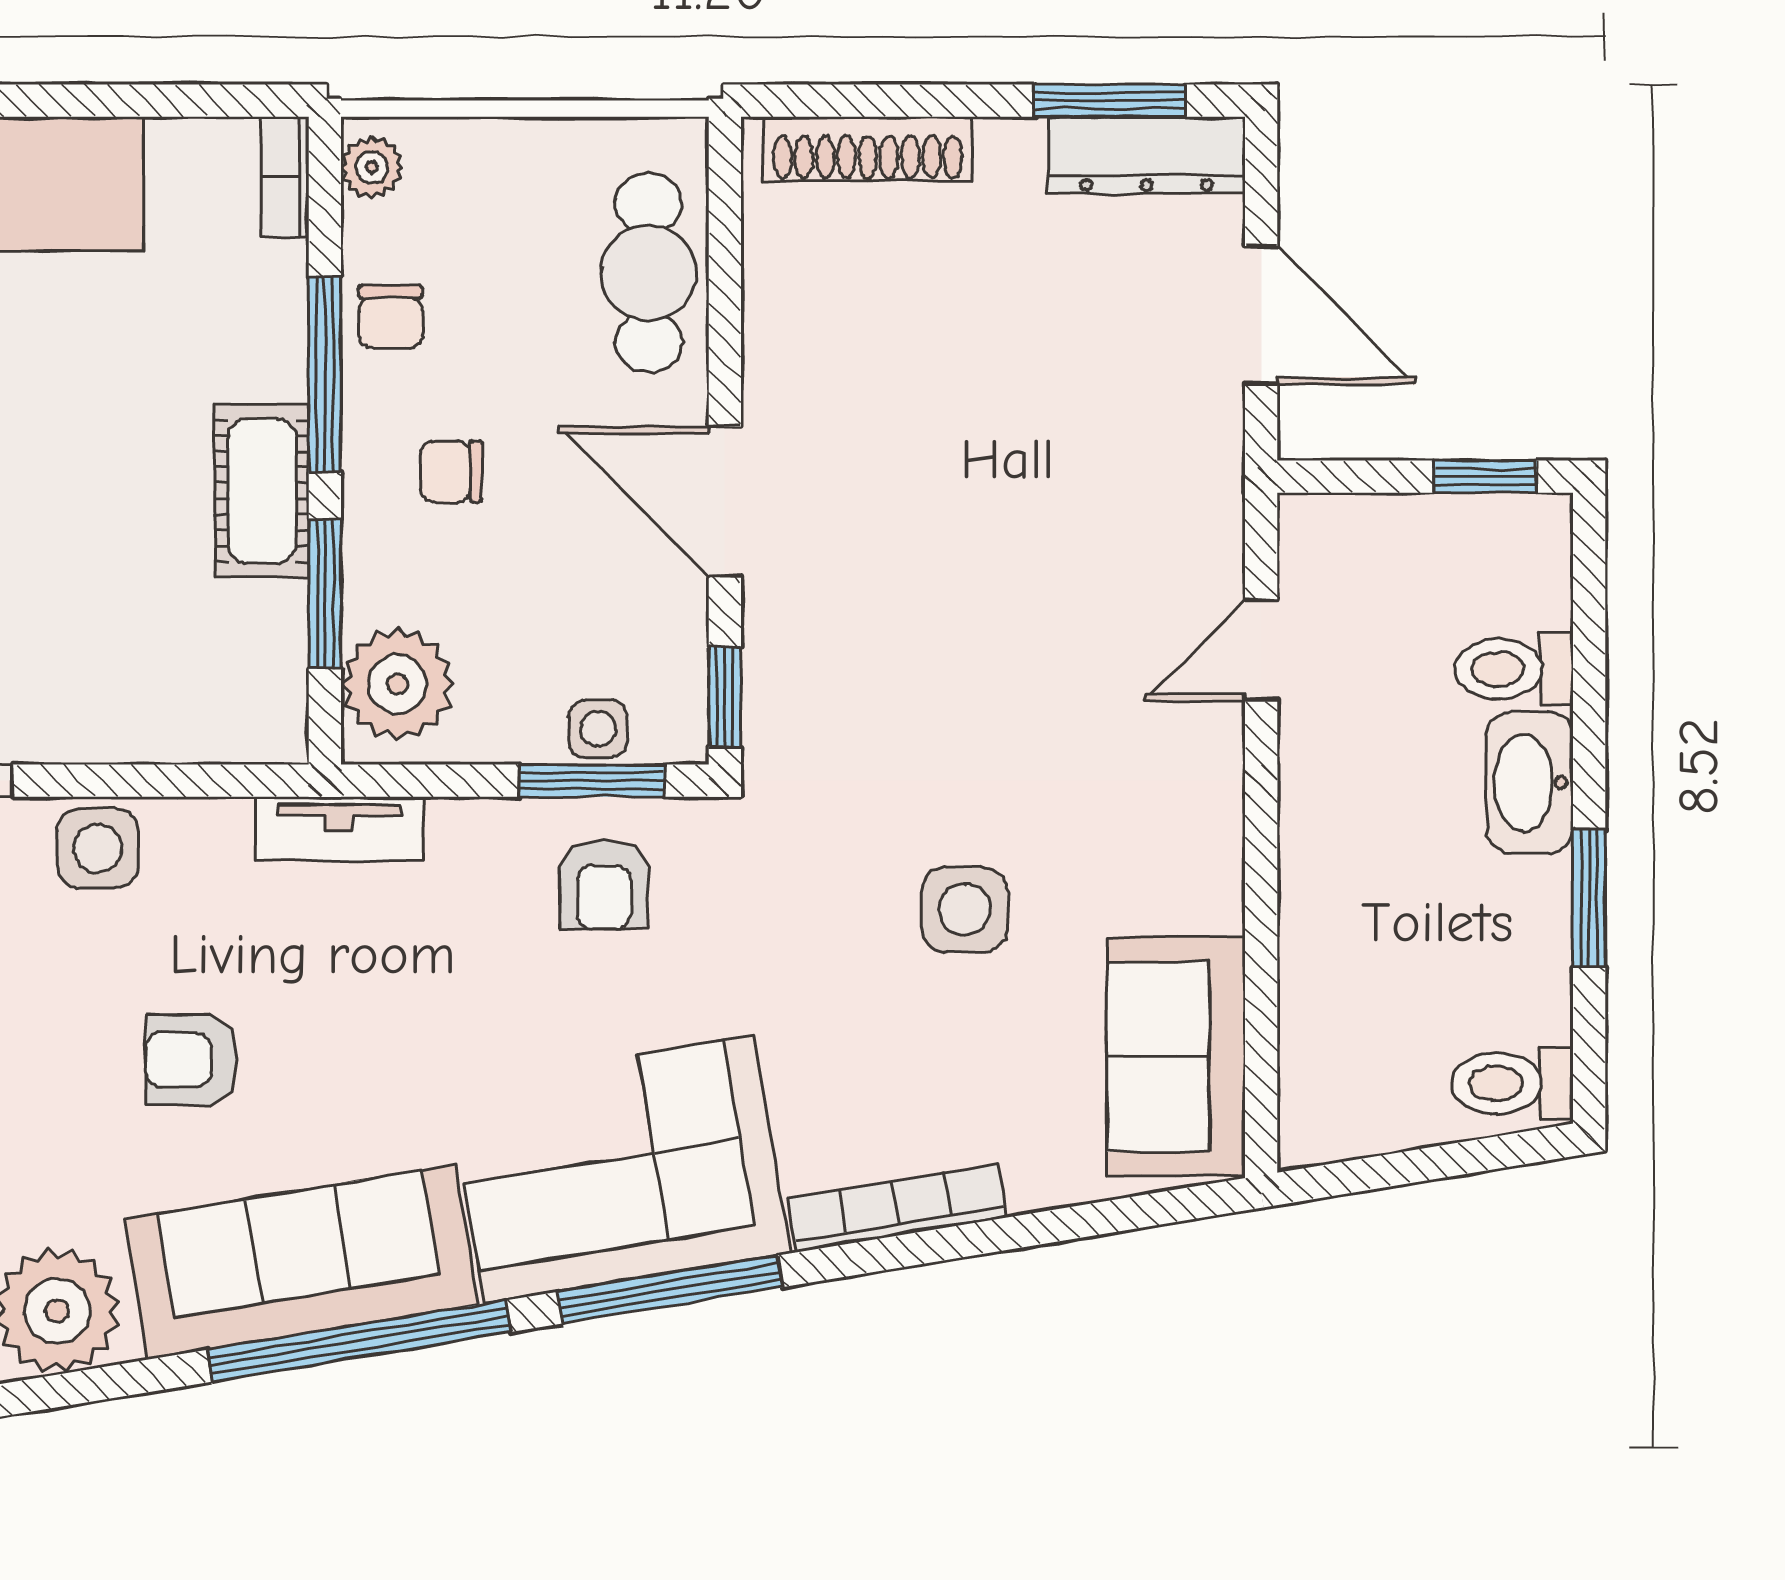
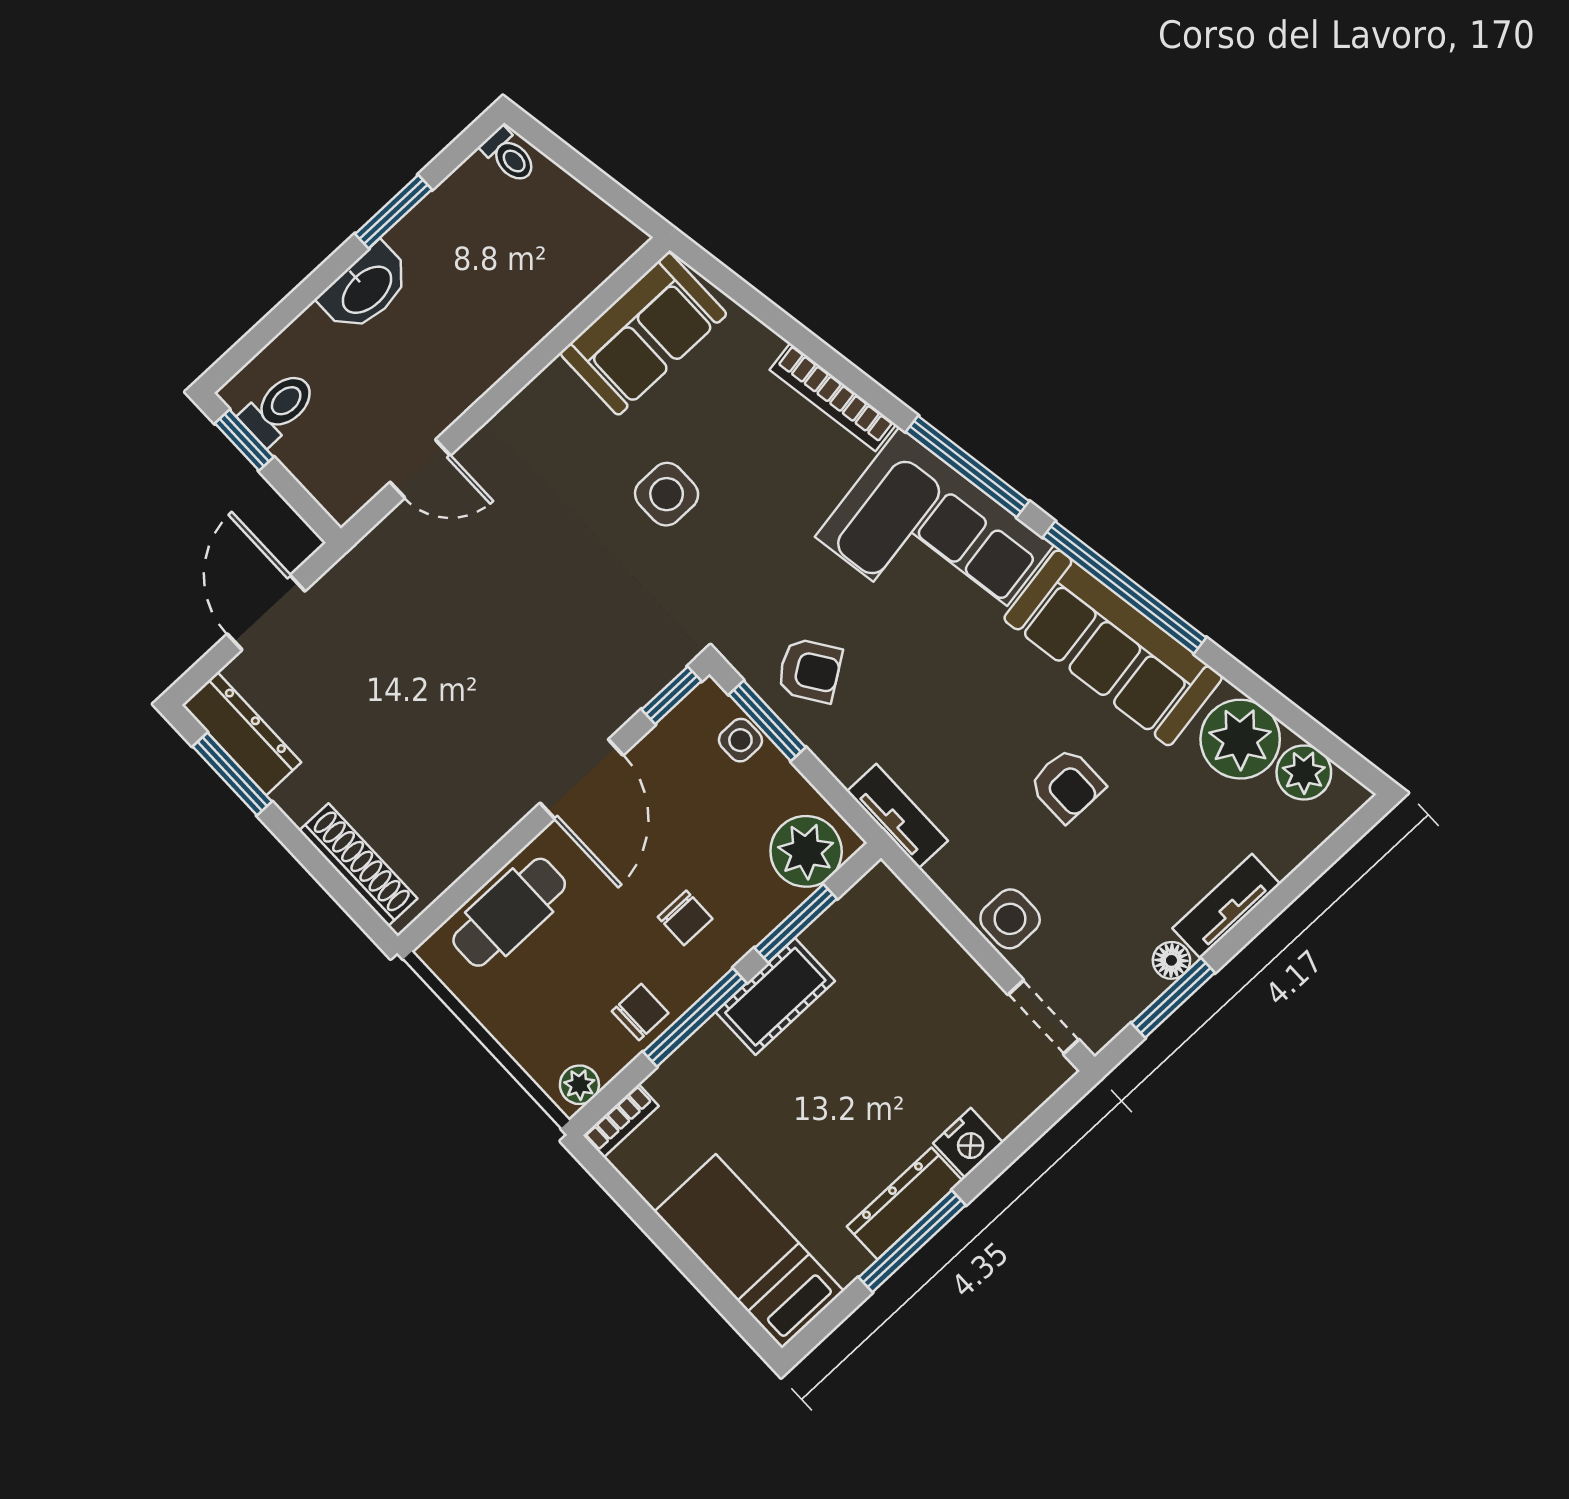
toilet: (1514, 669) -> (279, 408), moved, turned -90
armchair: (604, 885) -> (810, 670), turned 56
toilet: (1512, 1083) -> (509, 155), width x0.73, depth x0.72

